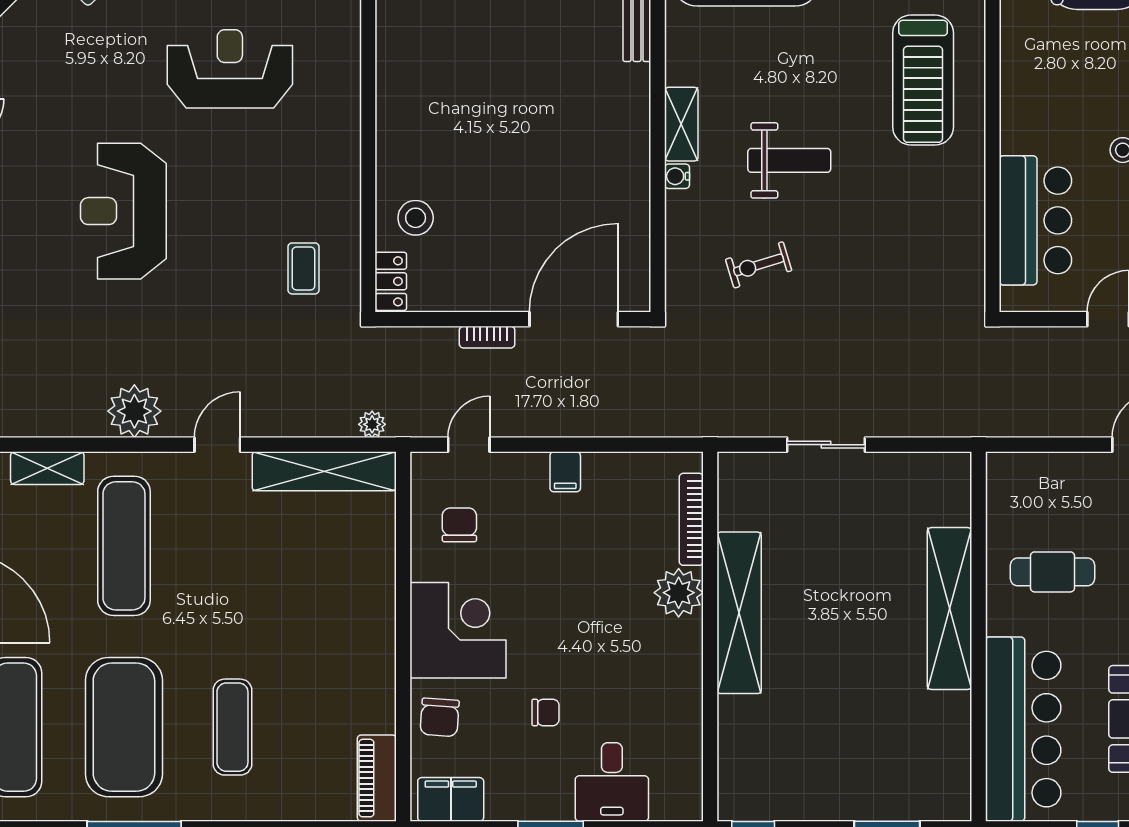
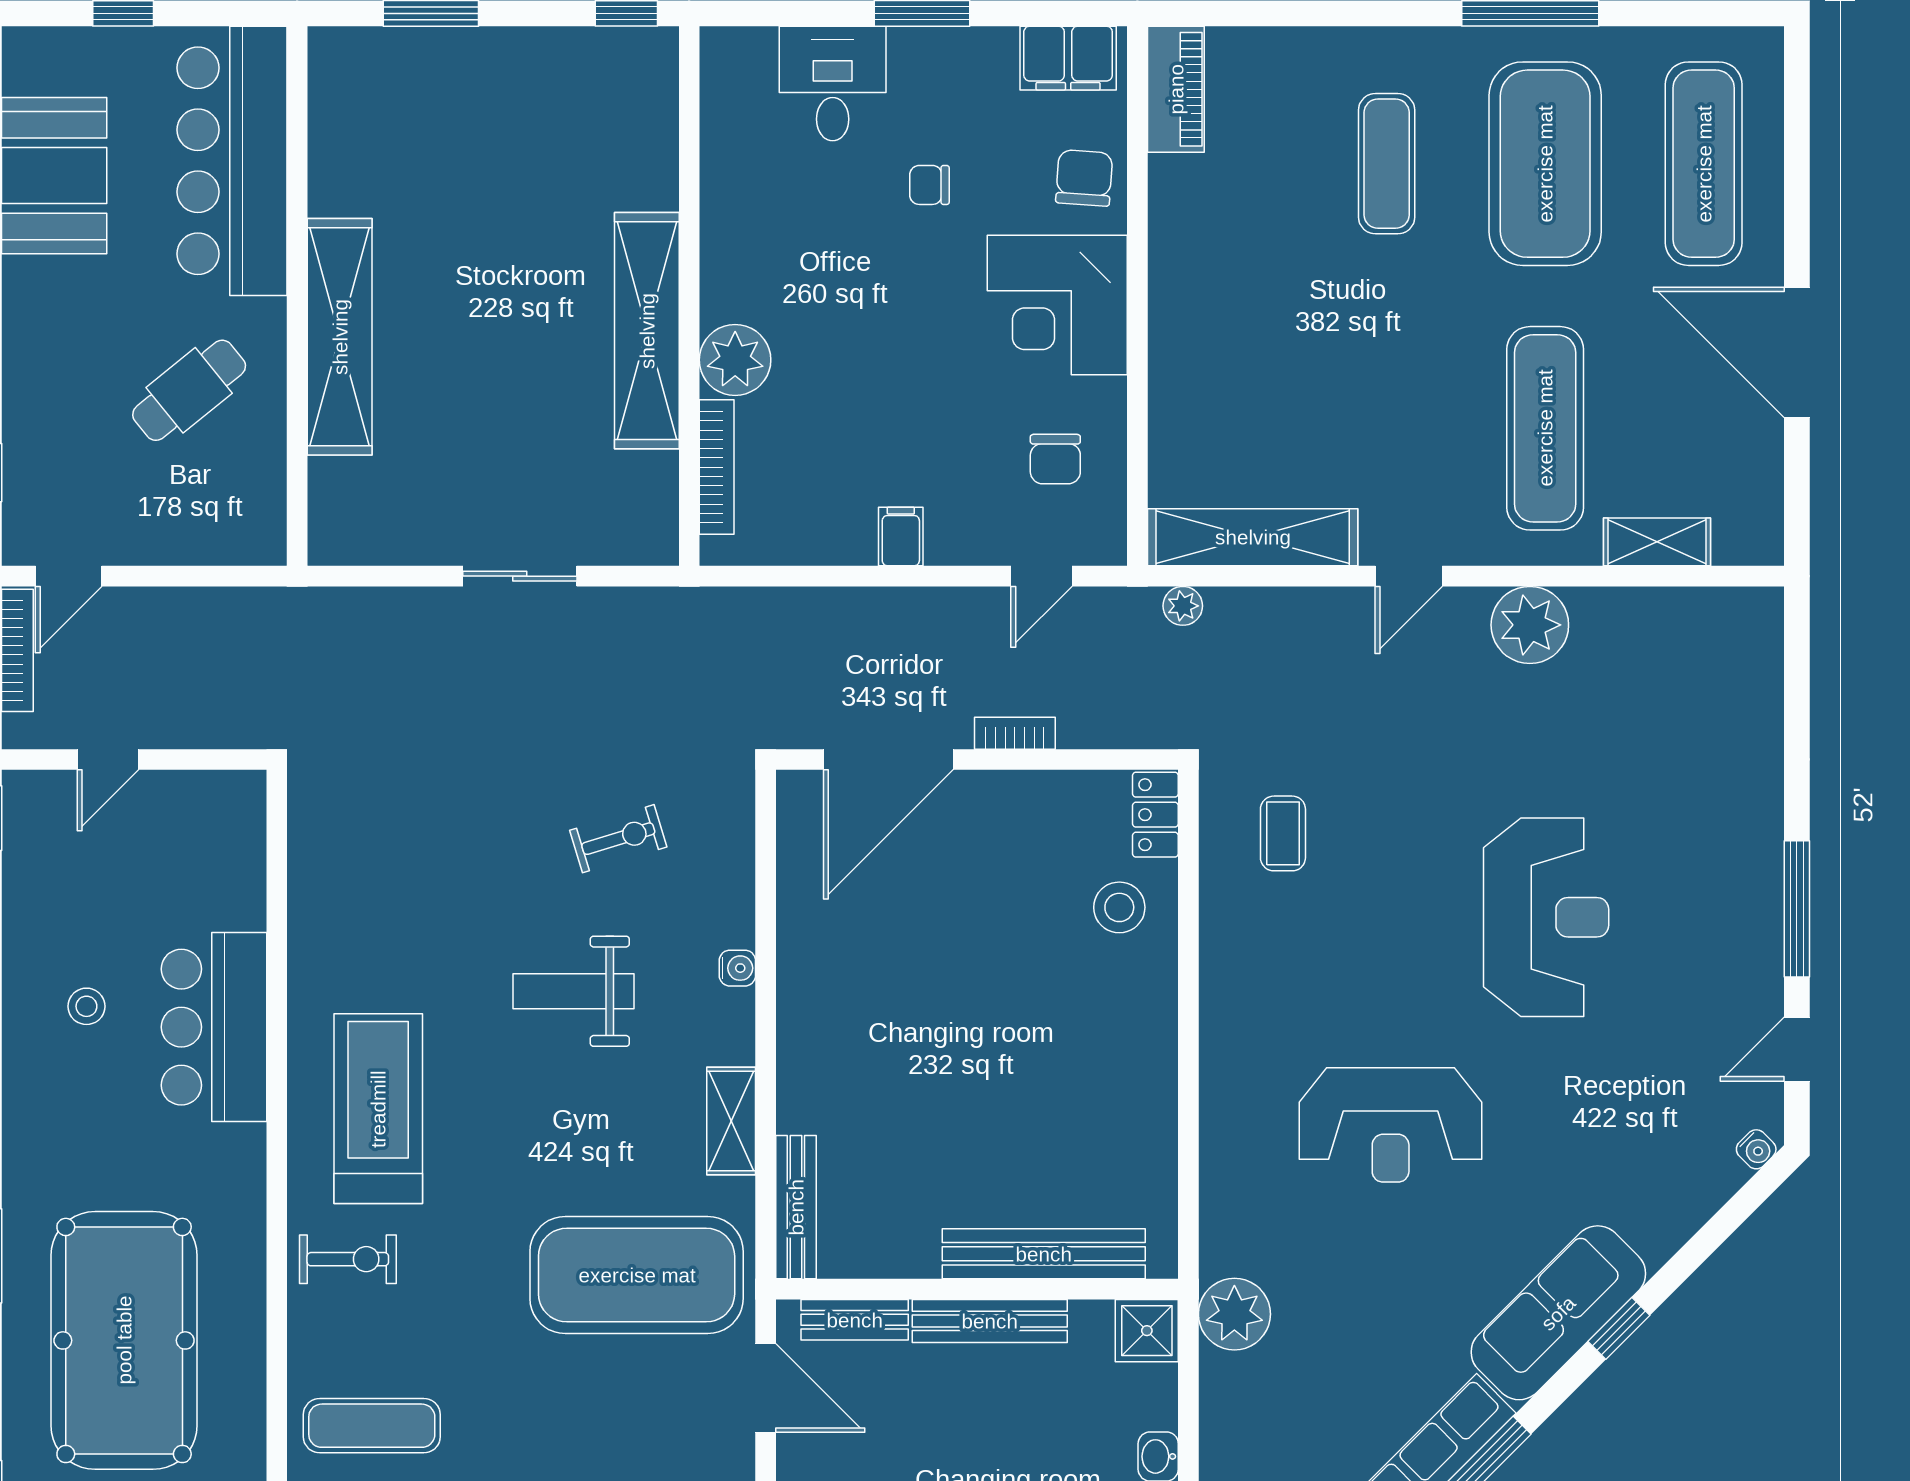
shelving: (681, 124) -> (731, 1121), moved
bar counter: (1035, 220) -> (214, 1027), moved
cafe table: (1052, 572) -> (189, 390), turned -39

